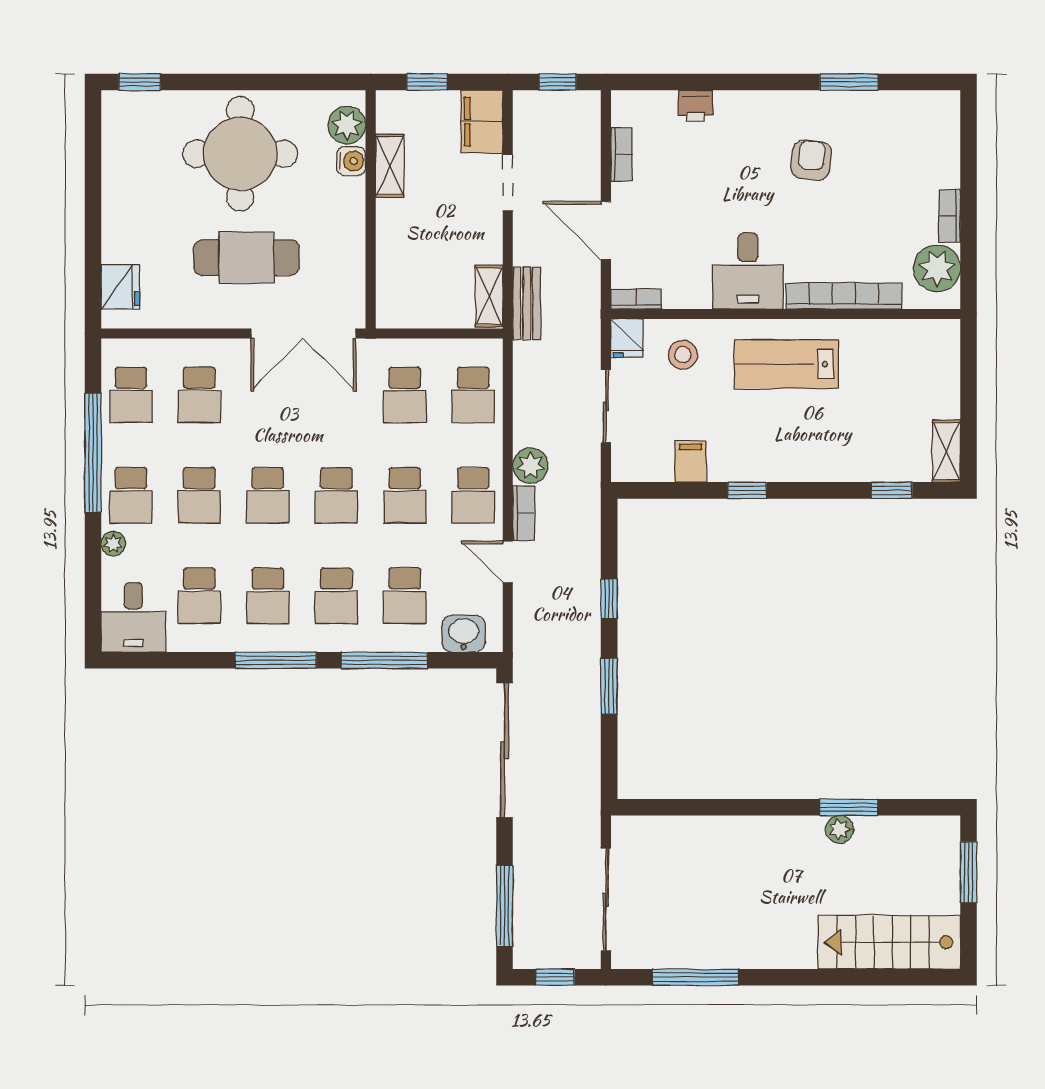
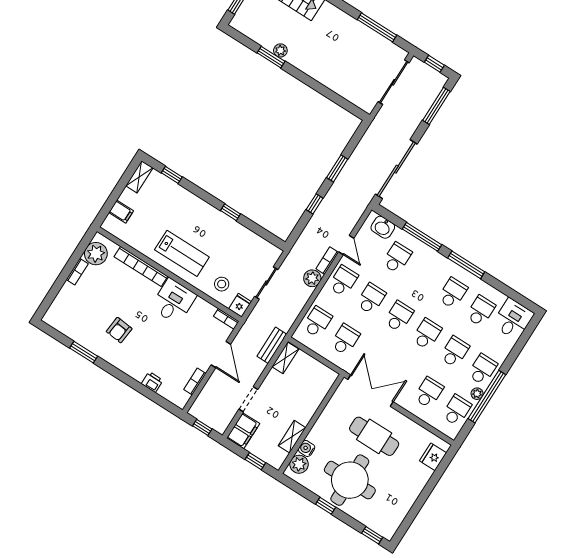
window: (254, 82) -> (326, 506), added
filing cabinet: (691, 461) -> (121, 212), moved, turned -90
plant: (113, 544) -> (477, 394), moved
school desk: (336, 596) -> (425, 275), removed

